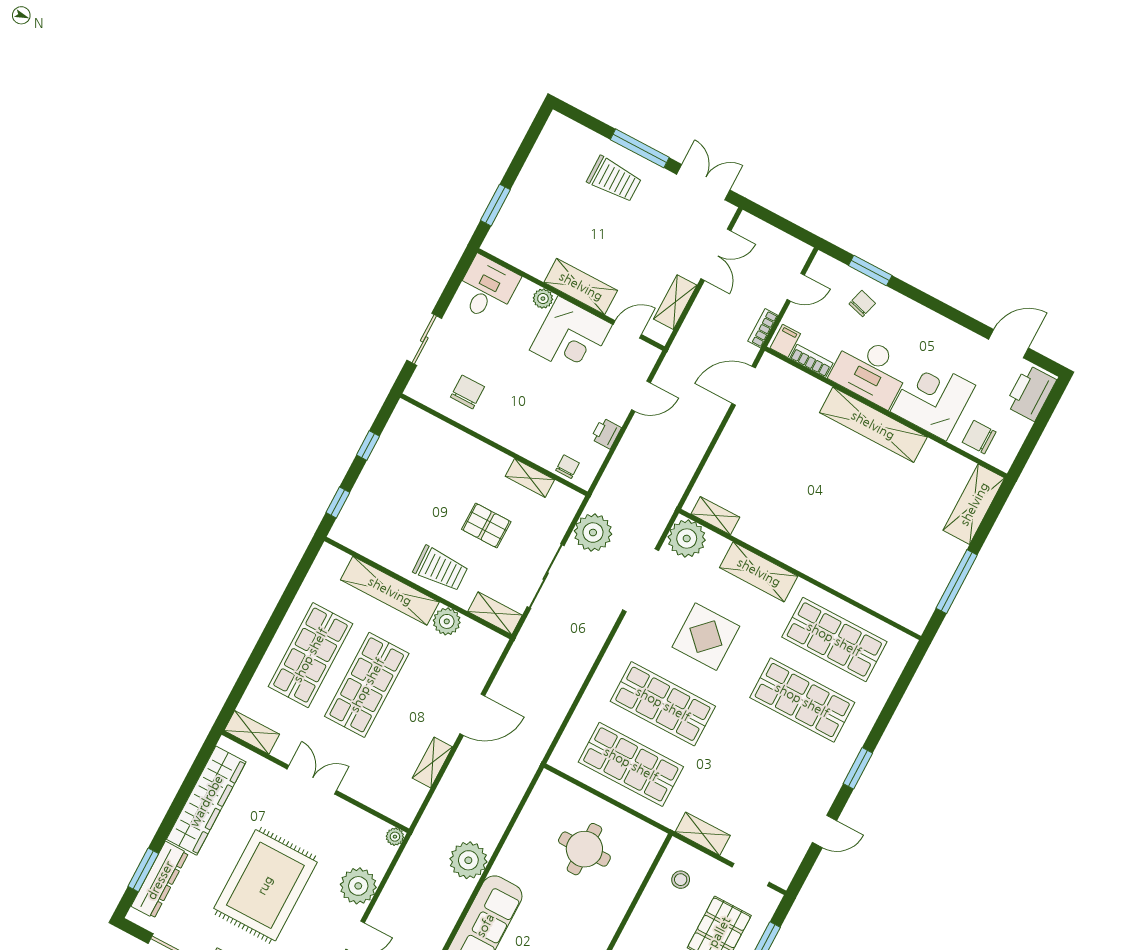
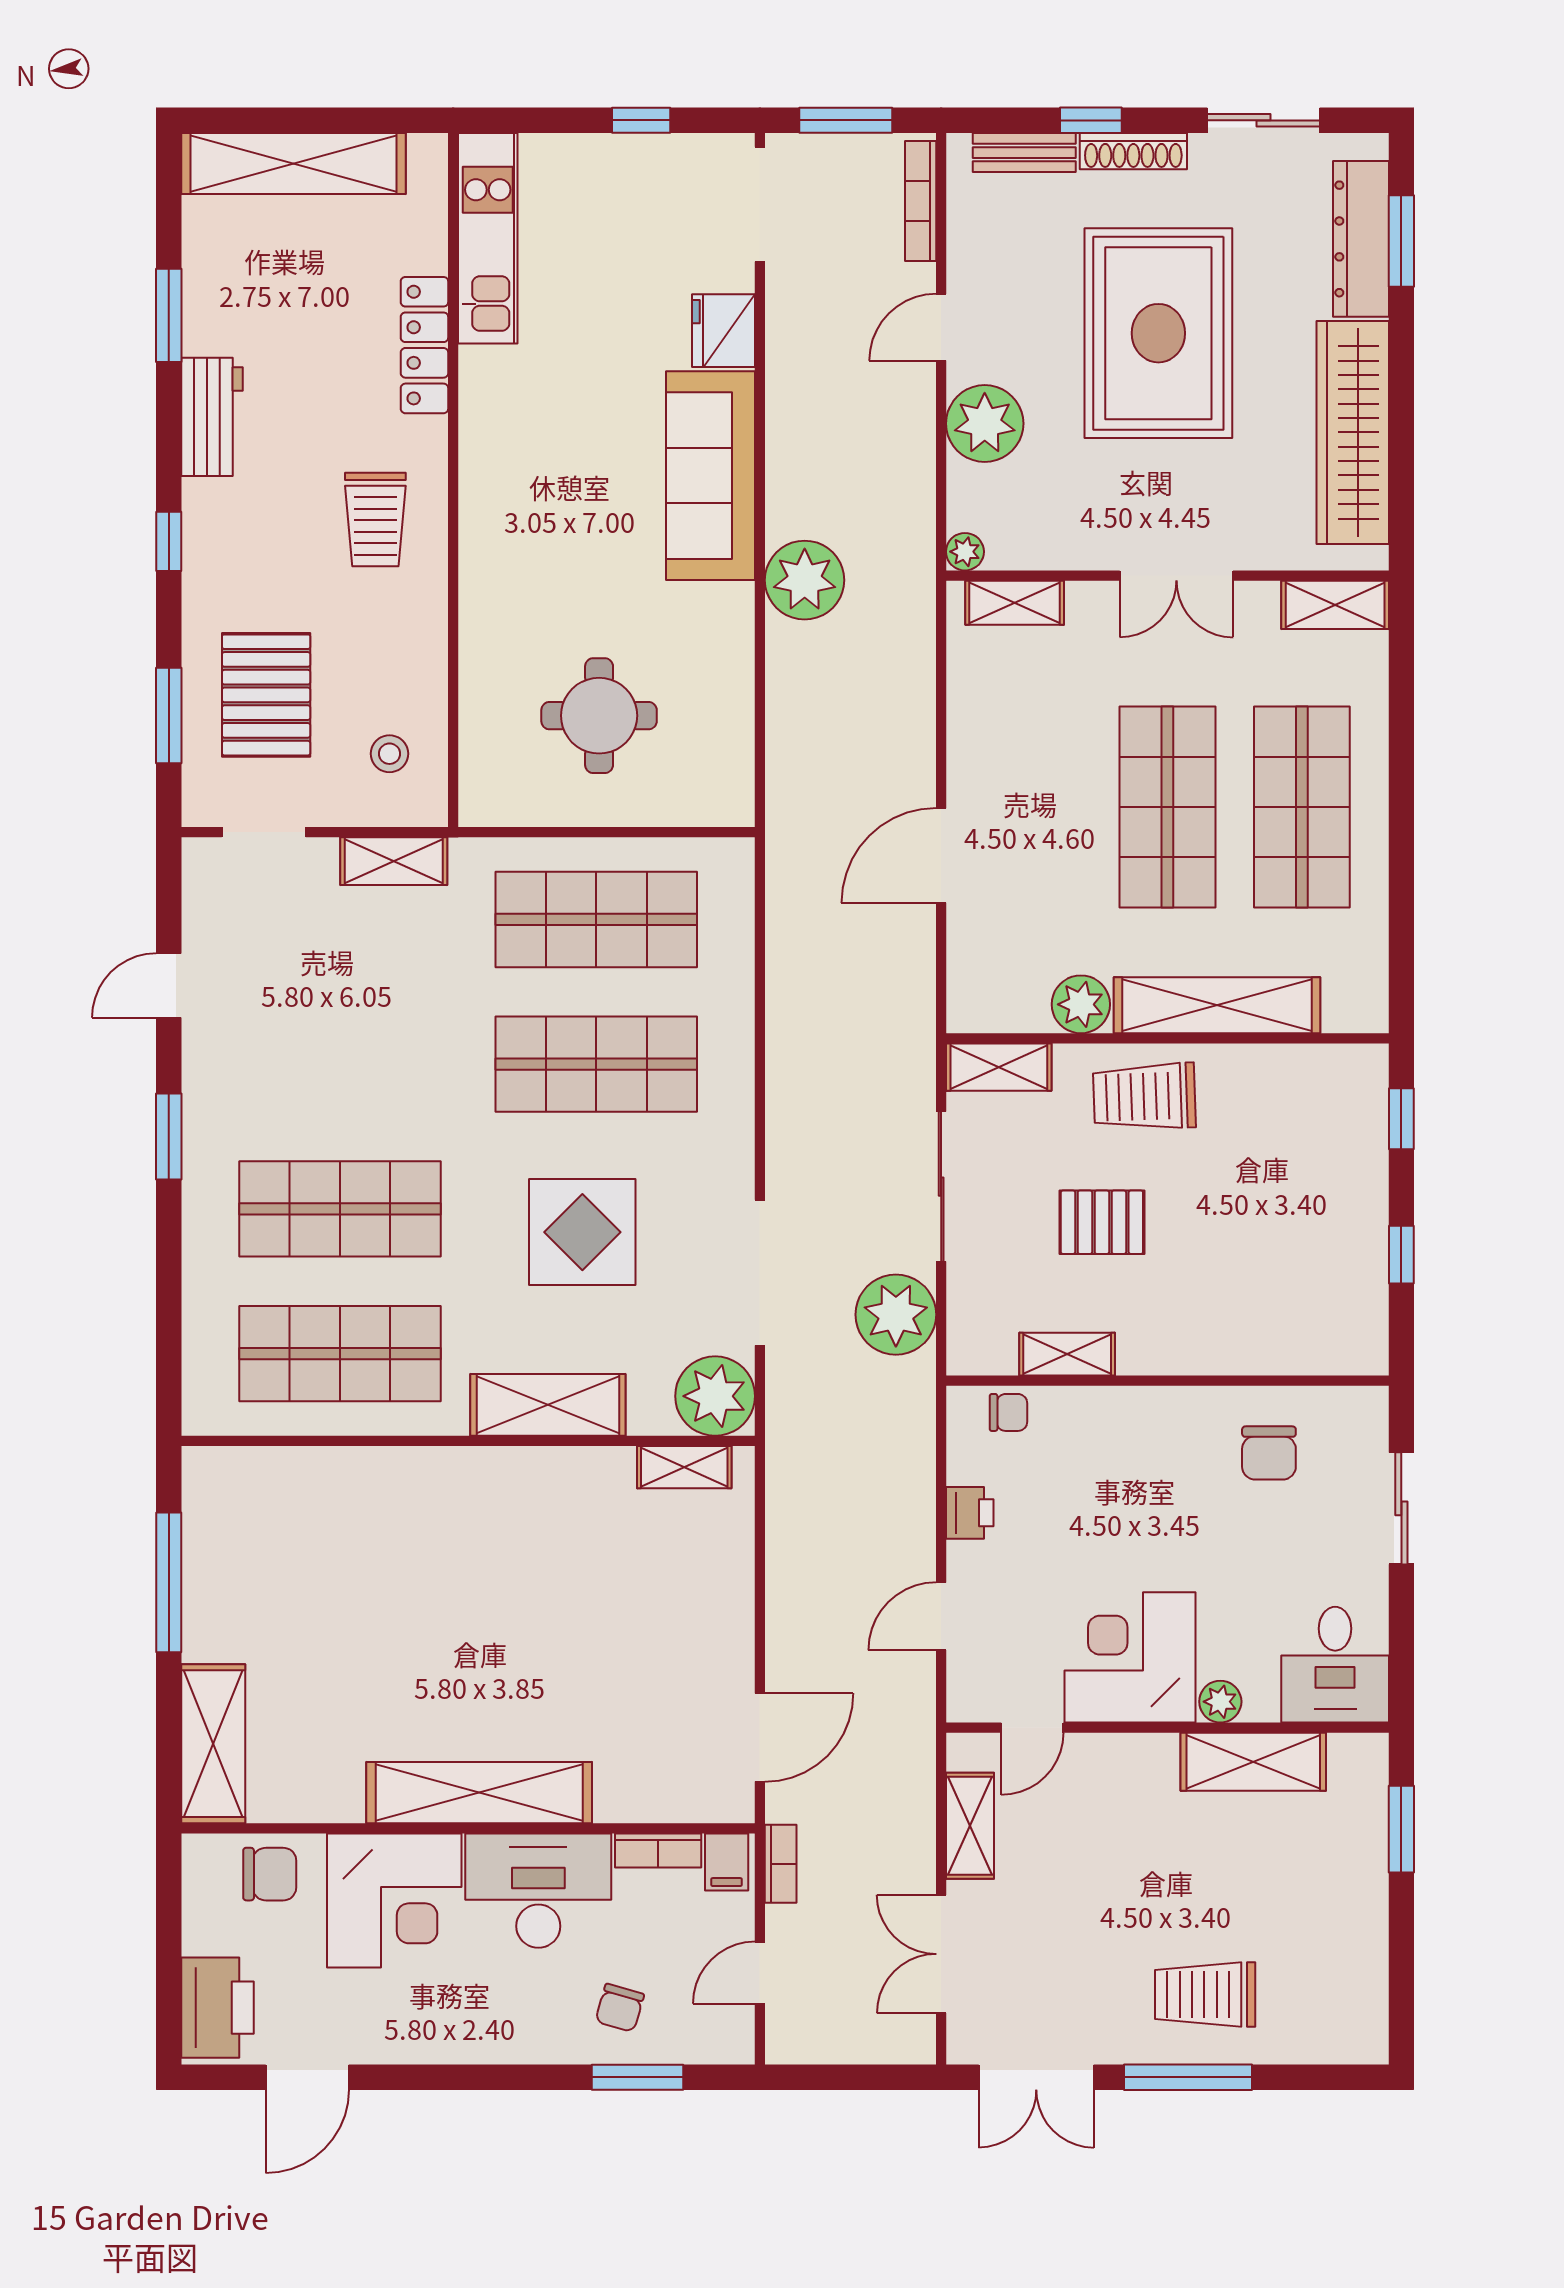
shelving: (581, 286) -> (1253, 1762), moved
chair: (568, 467) -> (1008, 1412), turned -90
shelving: (432, 762) -> (1015, 603), moved, turned 90

